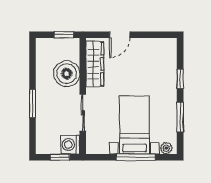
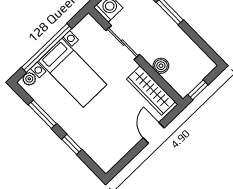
boiler: (67, 74) -> (161, 66), width x0.54, depth x0.54
window: (136, 157) -> (47, 48), width x1.46

